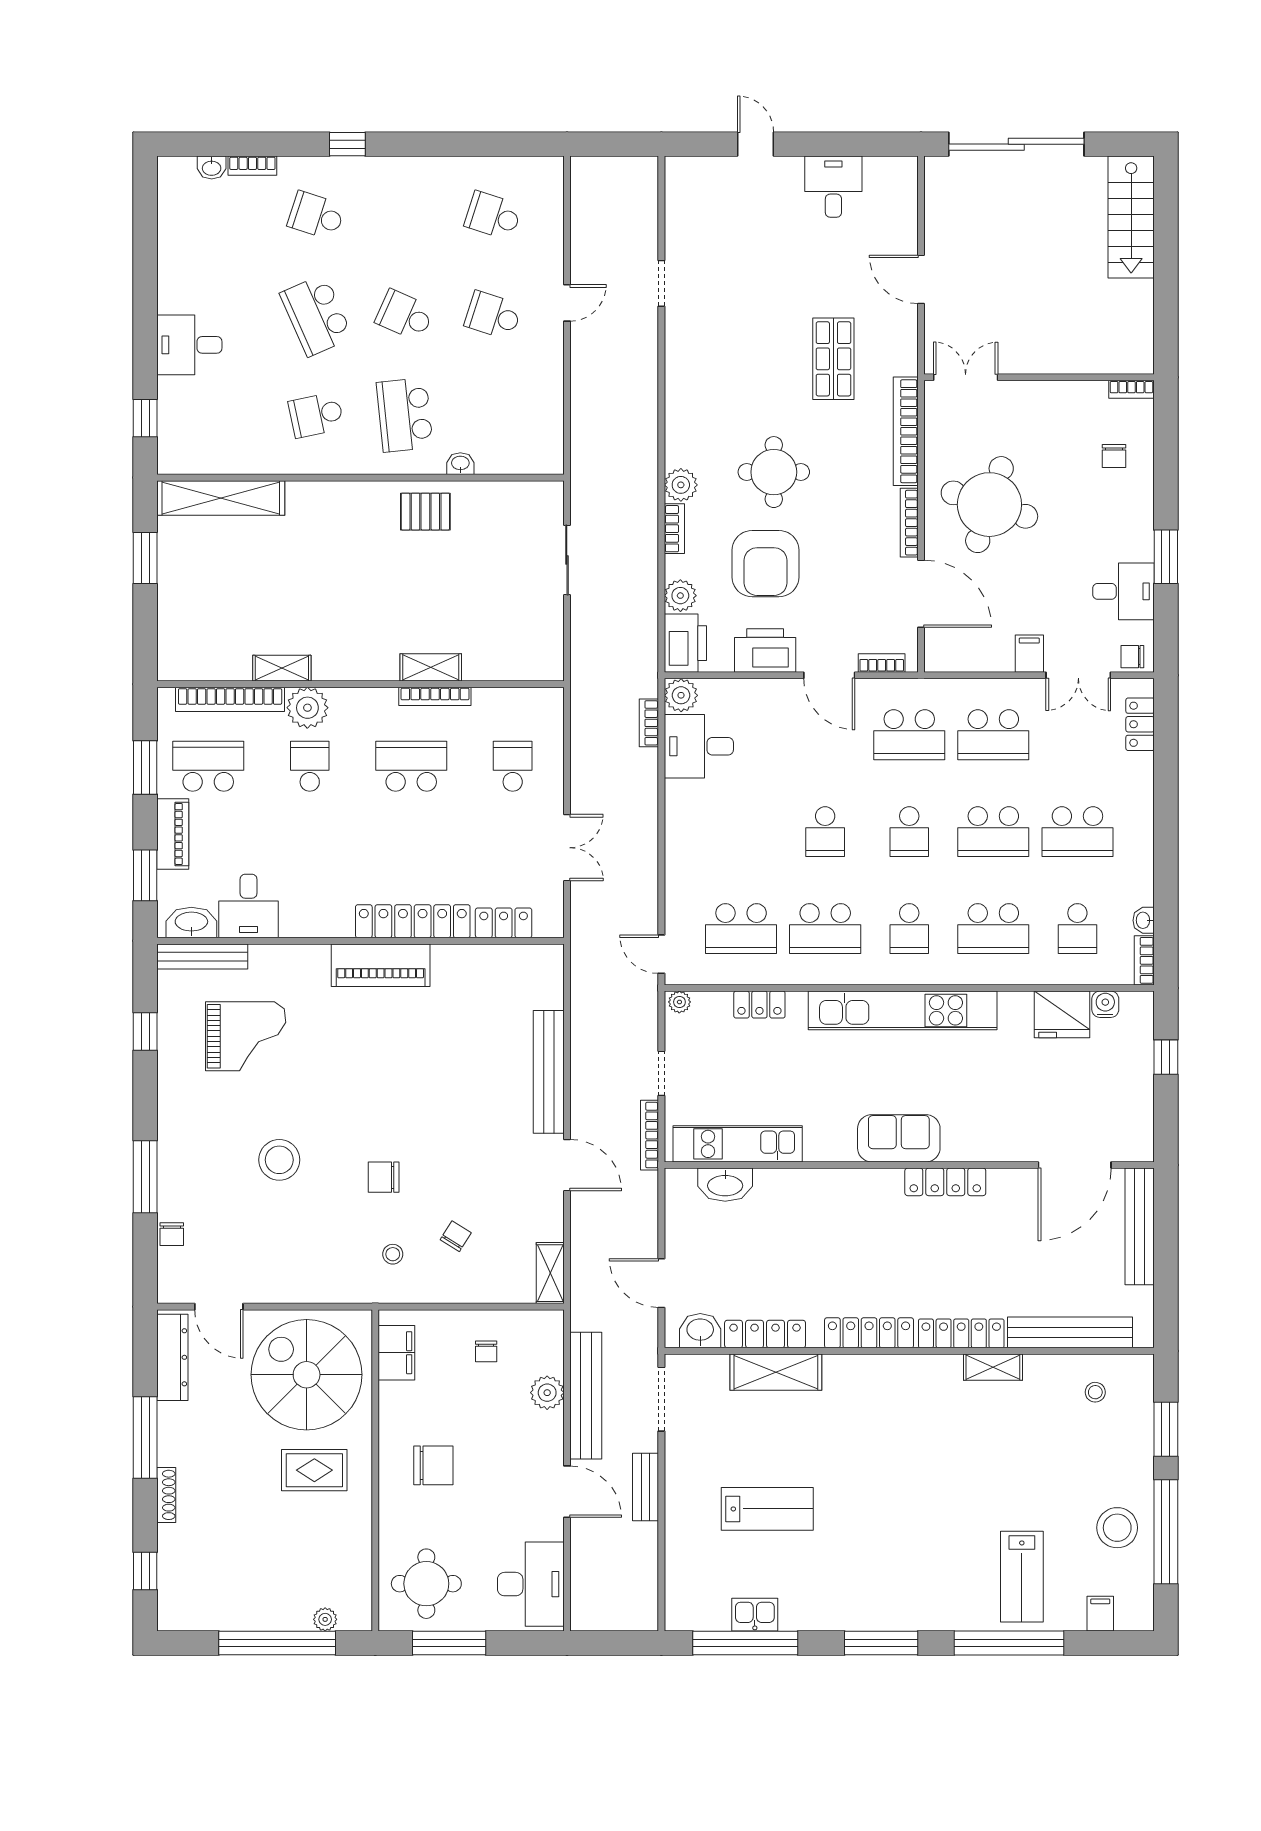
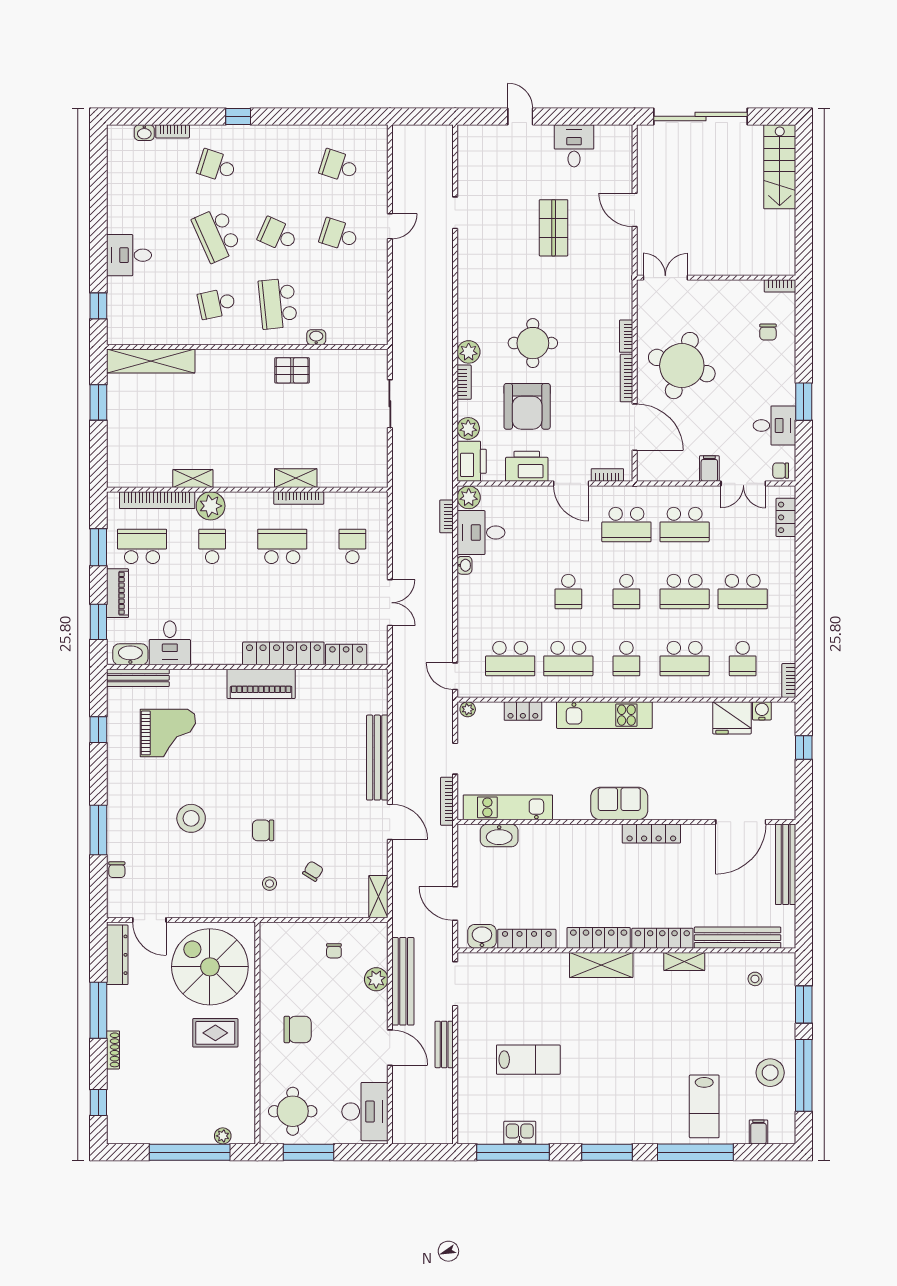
shop shelf: (833, 359) -> (554, 228), moved
bookcase: (906, 431) -> (626, 336), width x0.43, depth x0.76
washbasin: (1144, 920) -> (464, 565), moved, turned 180
kitchen unit: (903, 1010) -> (604, 715), width x0.73
filing cabinet: (396, 1353) -> (272, 952), removed
shelving: (776, 1372) -> (601, 965), moved

